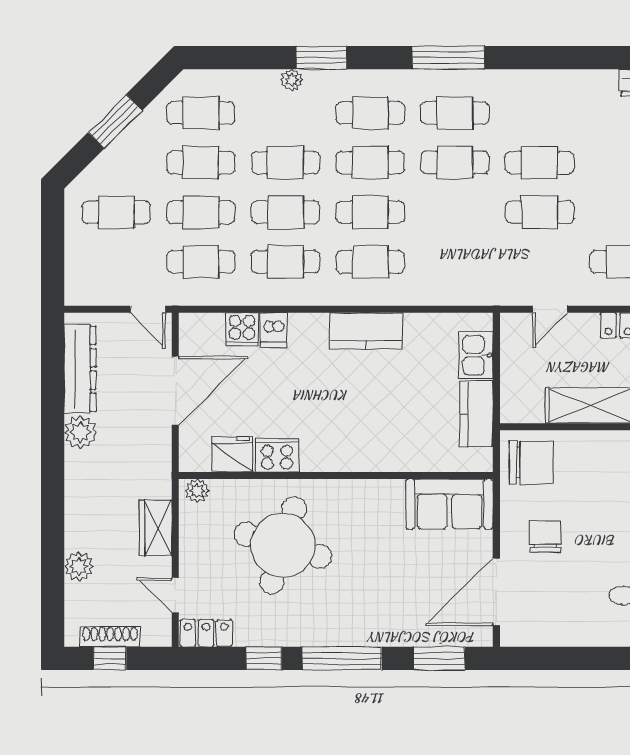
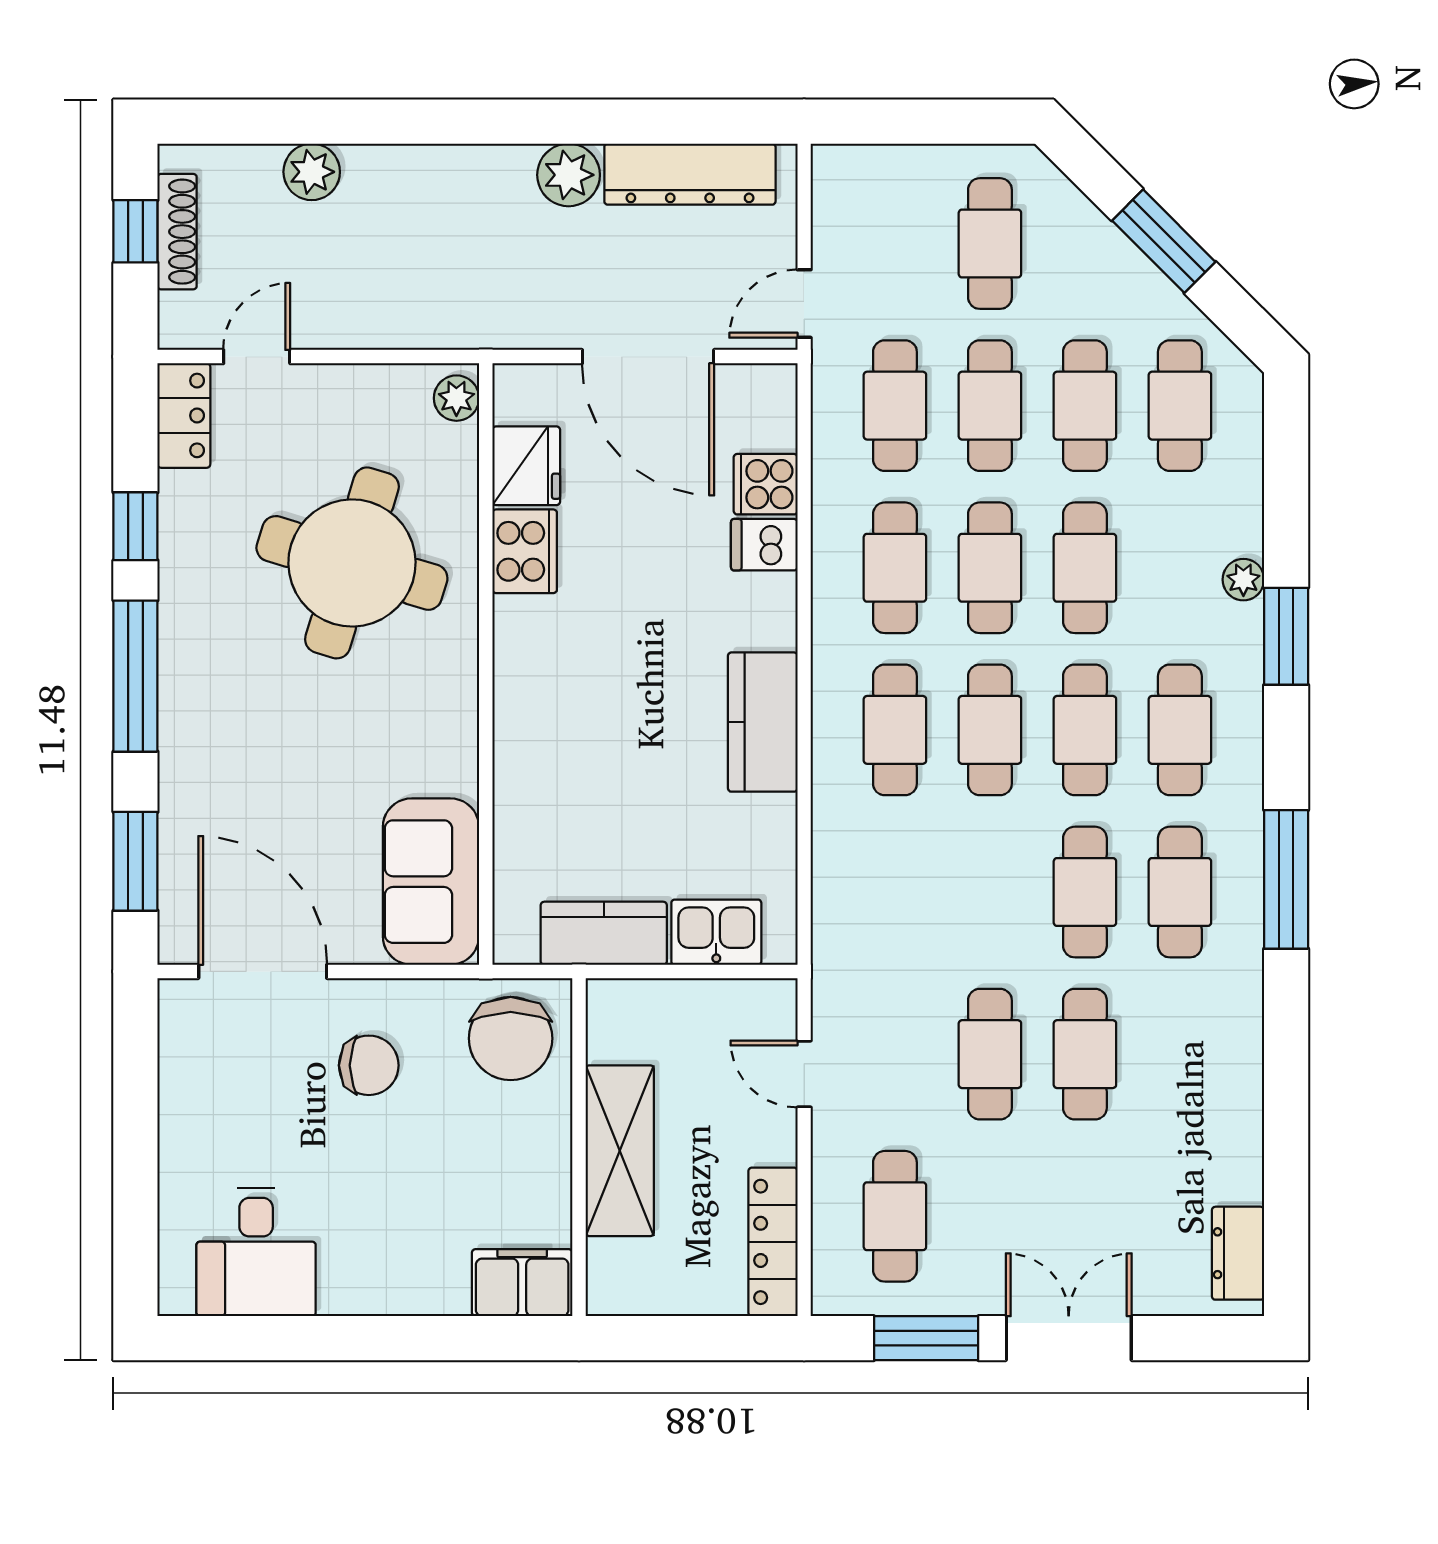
wardrobe: (156, 528) -> (385, 319), removed

